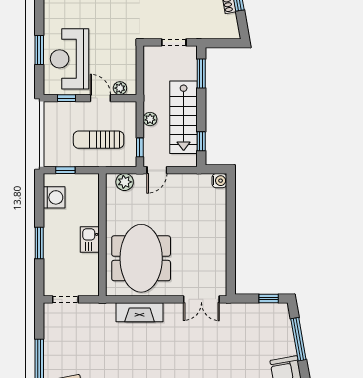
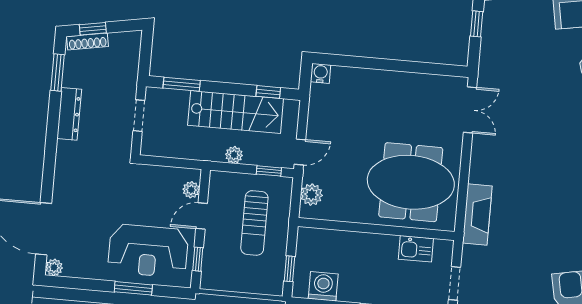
door: (157, 170) -> (300, 152), hinge flipped
kitchen sink: (90, 240) -> (416, 249), moved
fireplace: (140, 312) -> (477, 214), moved

